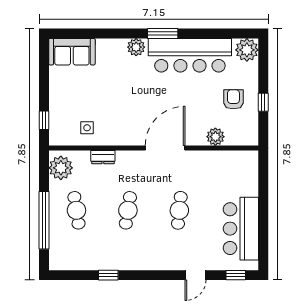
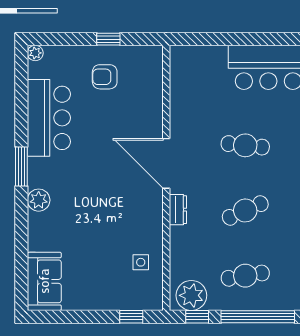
plant: (247, 50) -> (35, 53), width x0.53, depth x0.53
bar counter: (190, 55) -> (49, 118), width x0.73
plant: (215, 137) -> (152, 100), removed
dresser: (103, 157) -> (178, 210), moved
window: (44, 172) -> (197, 317), added
cafe table: (128, 210) -> (245, 210), turned -33

